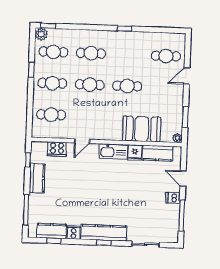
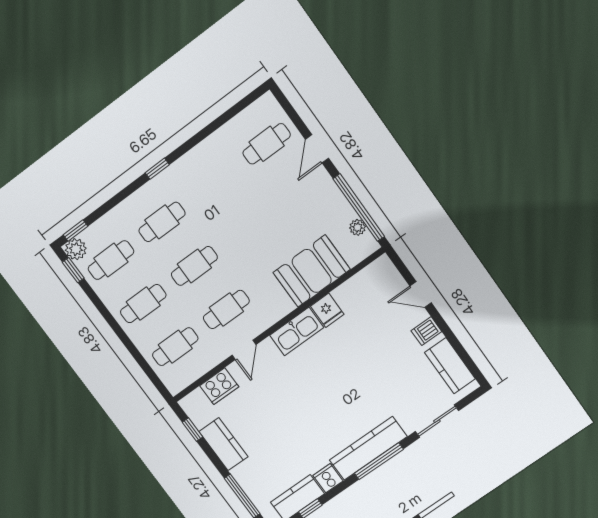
window: (124, 29) -> (157, 169), moved
window: (31, 70) -> (73, 270), moved
cafe table: (127, 86) -> (226, 310), moved
window: (185, 117) -> (359, 208), width x2.11
plant: (177, 138) -> (358, 227), moved
kitchen counter: (157, 153) -> (450, 366), moved, turned 90
window: (182, 215) -> (457, 346), removed
window: (104, 243) -> (379, 461), width x2.17

